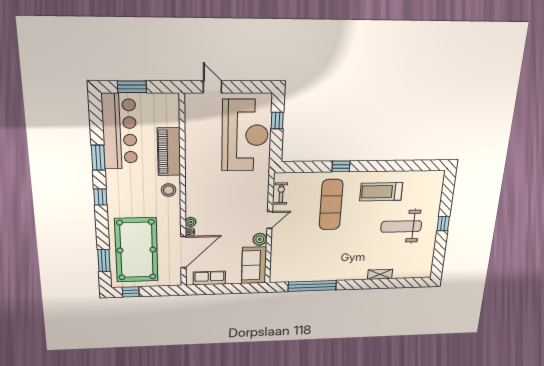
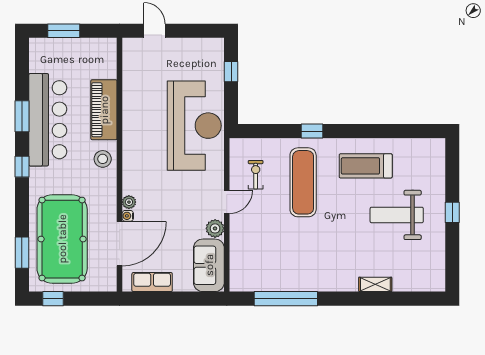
bar counter: (119, 131) -> (48, 120), moved
reception desk: (245, 135) -> (194, 126), moved
exercise bike: (281, 194) -> (256, 175), moved

